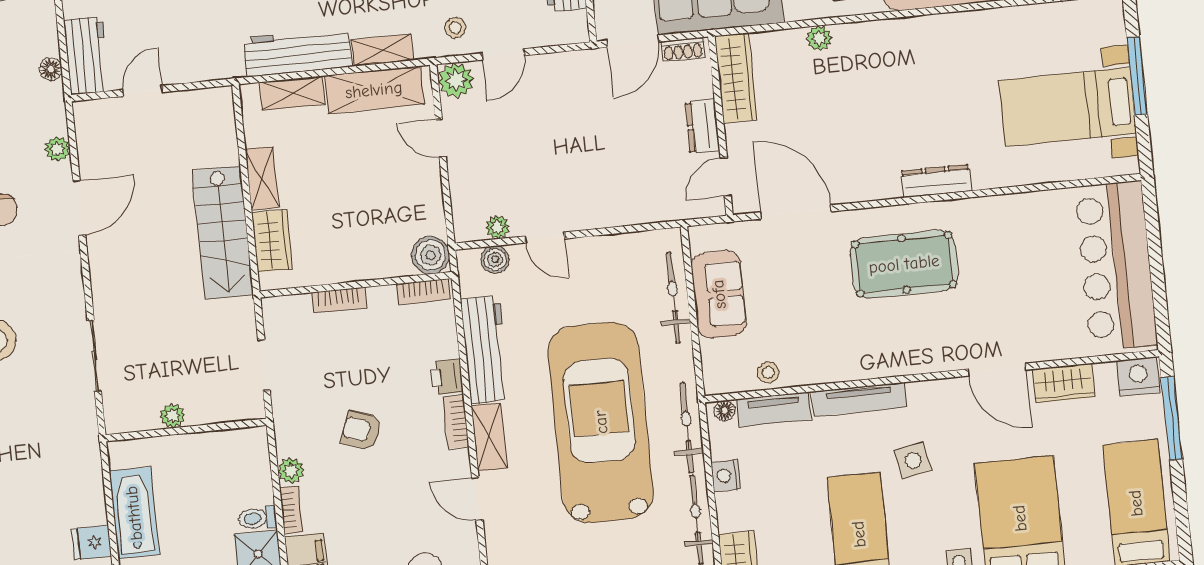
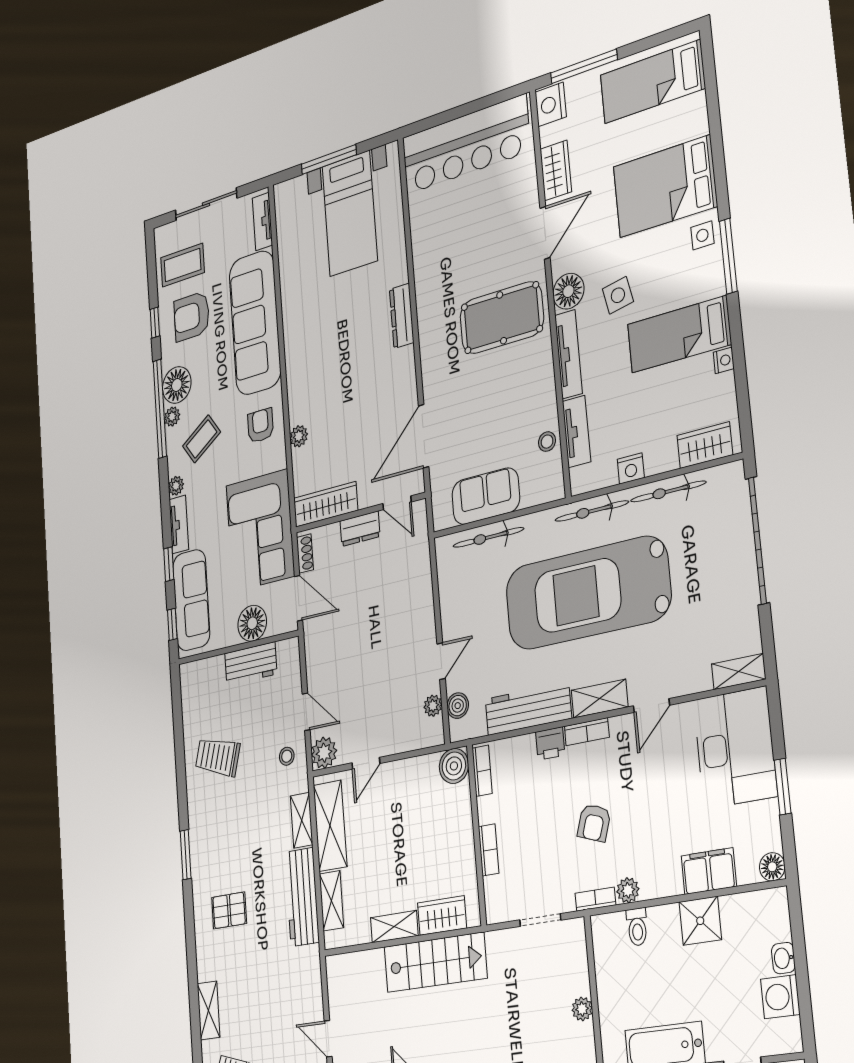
pool table: (904, 264) -> (502, 318), moved, turned 90
floor lamp: (725, 411) -> (568, 291), moved, width x1.89, depth x1.89
bookcase: (291, 510) -> (595, 899), moved
toilet: (258, 518) -> (637, 927), moved

